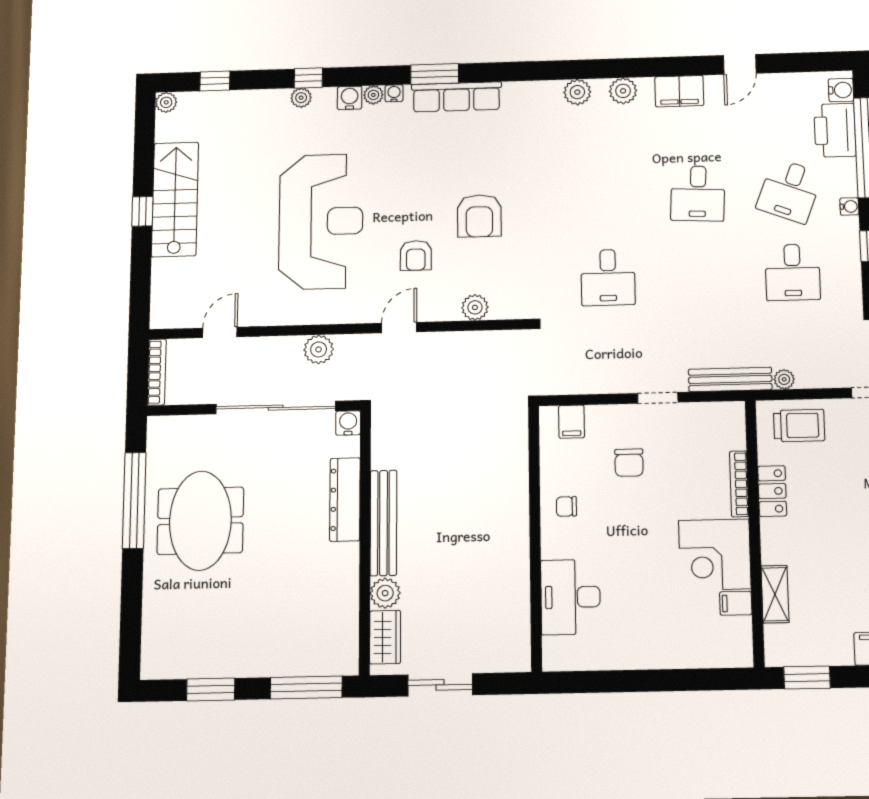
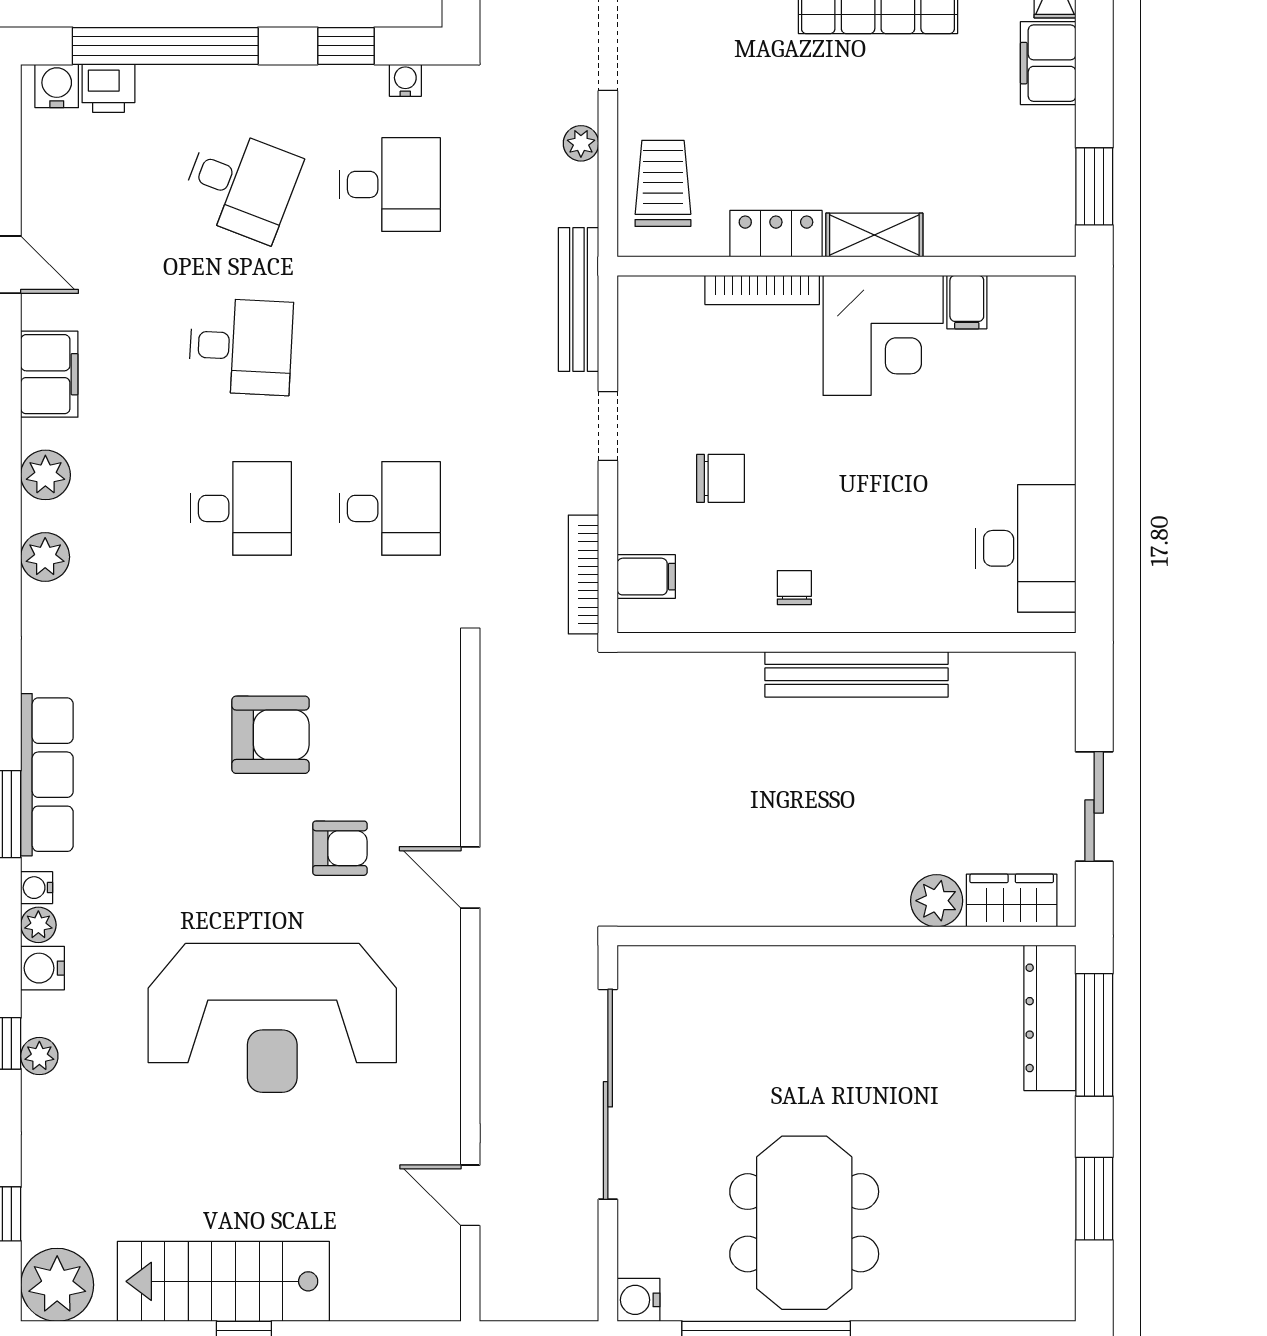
plant: (166, 102) -> (57, 1285), width x1.88, depth x1.88
printer: (835, 130) -> (108, 88), width x0.53, depth x0.68
desk: (606, 196) -> (241, 508), added
water cooler: (849, 206) -> (405, 80), moved
reception desk: (321, 221) -> (272, 1018), turned 180
plant: (475, 307) -> (437, 744), removed
plant: (319, 349) -> (506, 1020), removed
bookcase: (157, 372) -> (584, 575), moved, turned -90
plant: (784, 379) -> (581, 143), moved
water cooler: (348, 423) -> (638, 1300), moved
dresser: (345, 499) -> (1050, 1018), moved, turned 90
chair: (566, 506) -> (794, 588), turned 180
meeting table: (200, 521) -> (804, 1223), turned 90
bench: (383, 523) -> (856, 674), moved
shelving: (775, 594) -> (874, 235), moved
desk: (570, 597) -> (1026, 548), moved, turned -90

